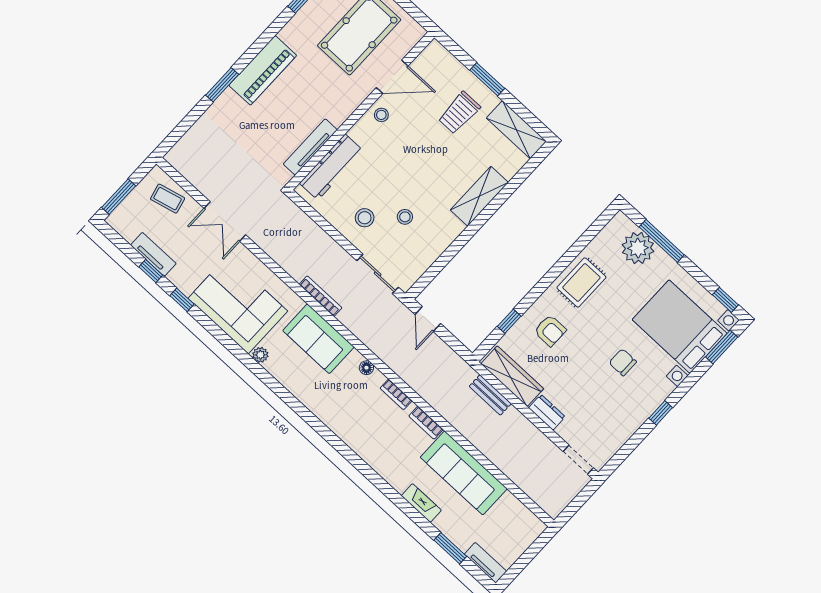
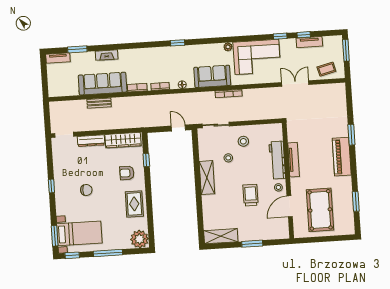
trolley: (459, 113) -> (251, 195), moved
tv unit: (310, 147) -> (294, 160), moved
workbench: (331, 167) -> (277, 160), moved
shelving: (479, 196) -> (207, 178), moved
window: (662, 241) -> (108, 253), moved
plant: (638, 248) -> (139, 239), moved
bed with nightstands: (680, 327) -> (79, 233), width x0.73
bench: (490, 395) -> (99, 103), moved
dresser: (547, 412) -> (91, 141), width x1.44
window: (318, 426) -> (178, 43), added

